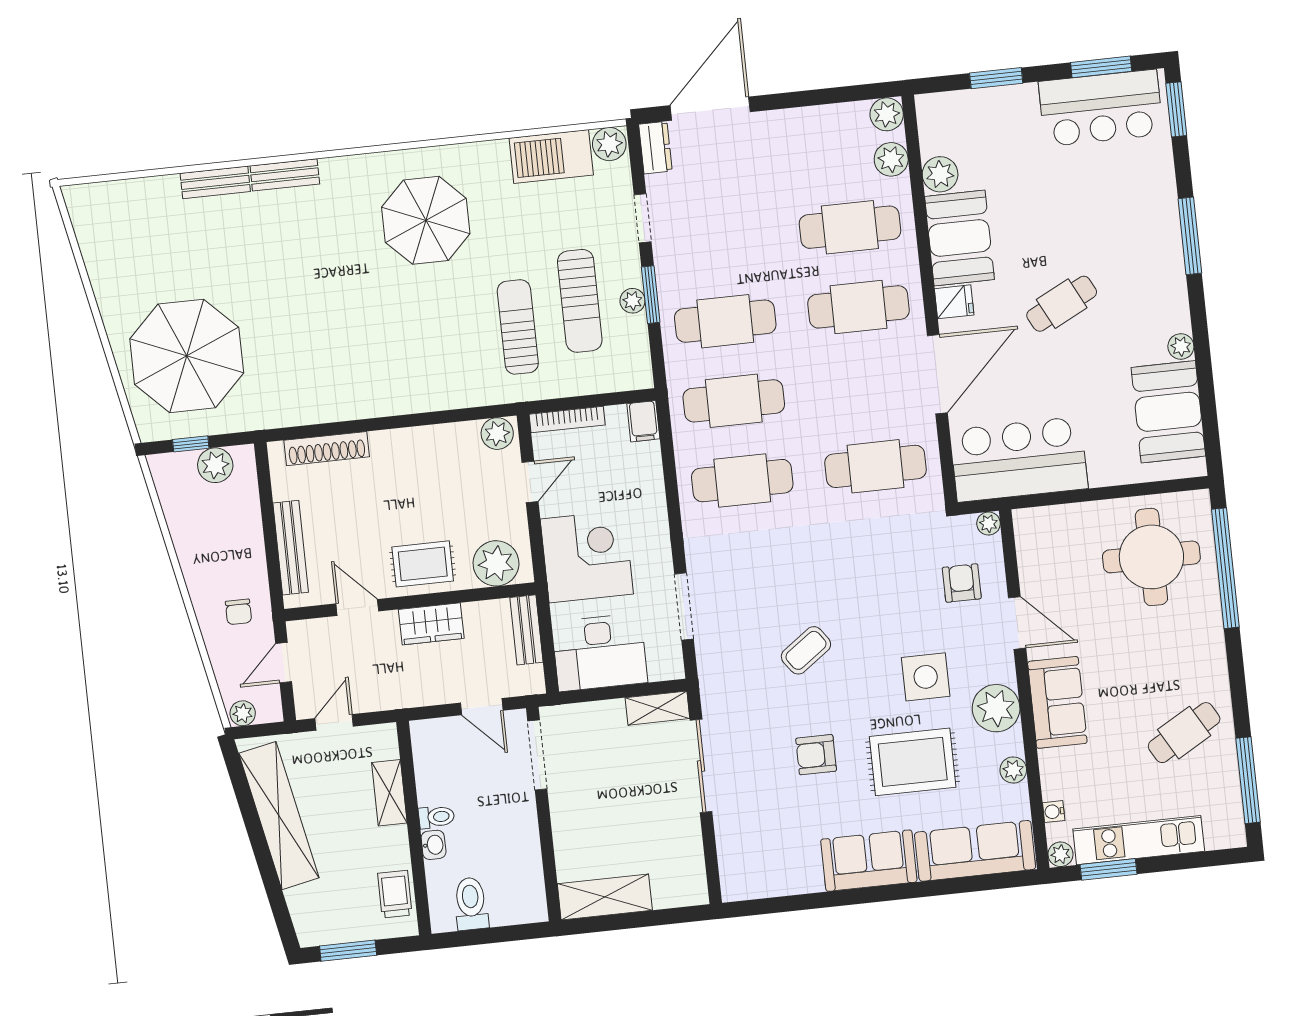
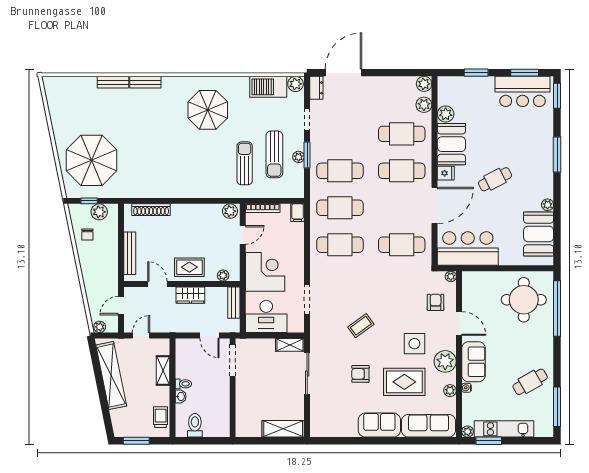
plant: (496, 563) -> (223, 275), width x0.53, depth x0.53
chair: (238, 612) -> (87, 234), moved
water cooler: (1054, 812) -> (466, 388), moved
shelving: (605, 897) -> (283, 429), moved

